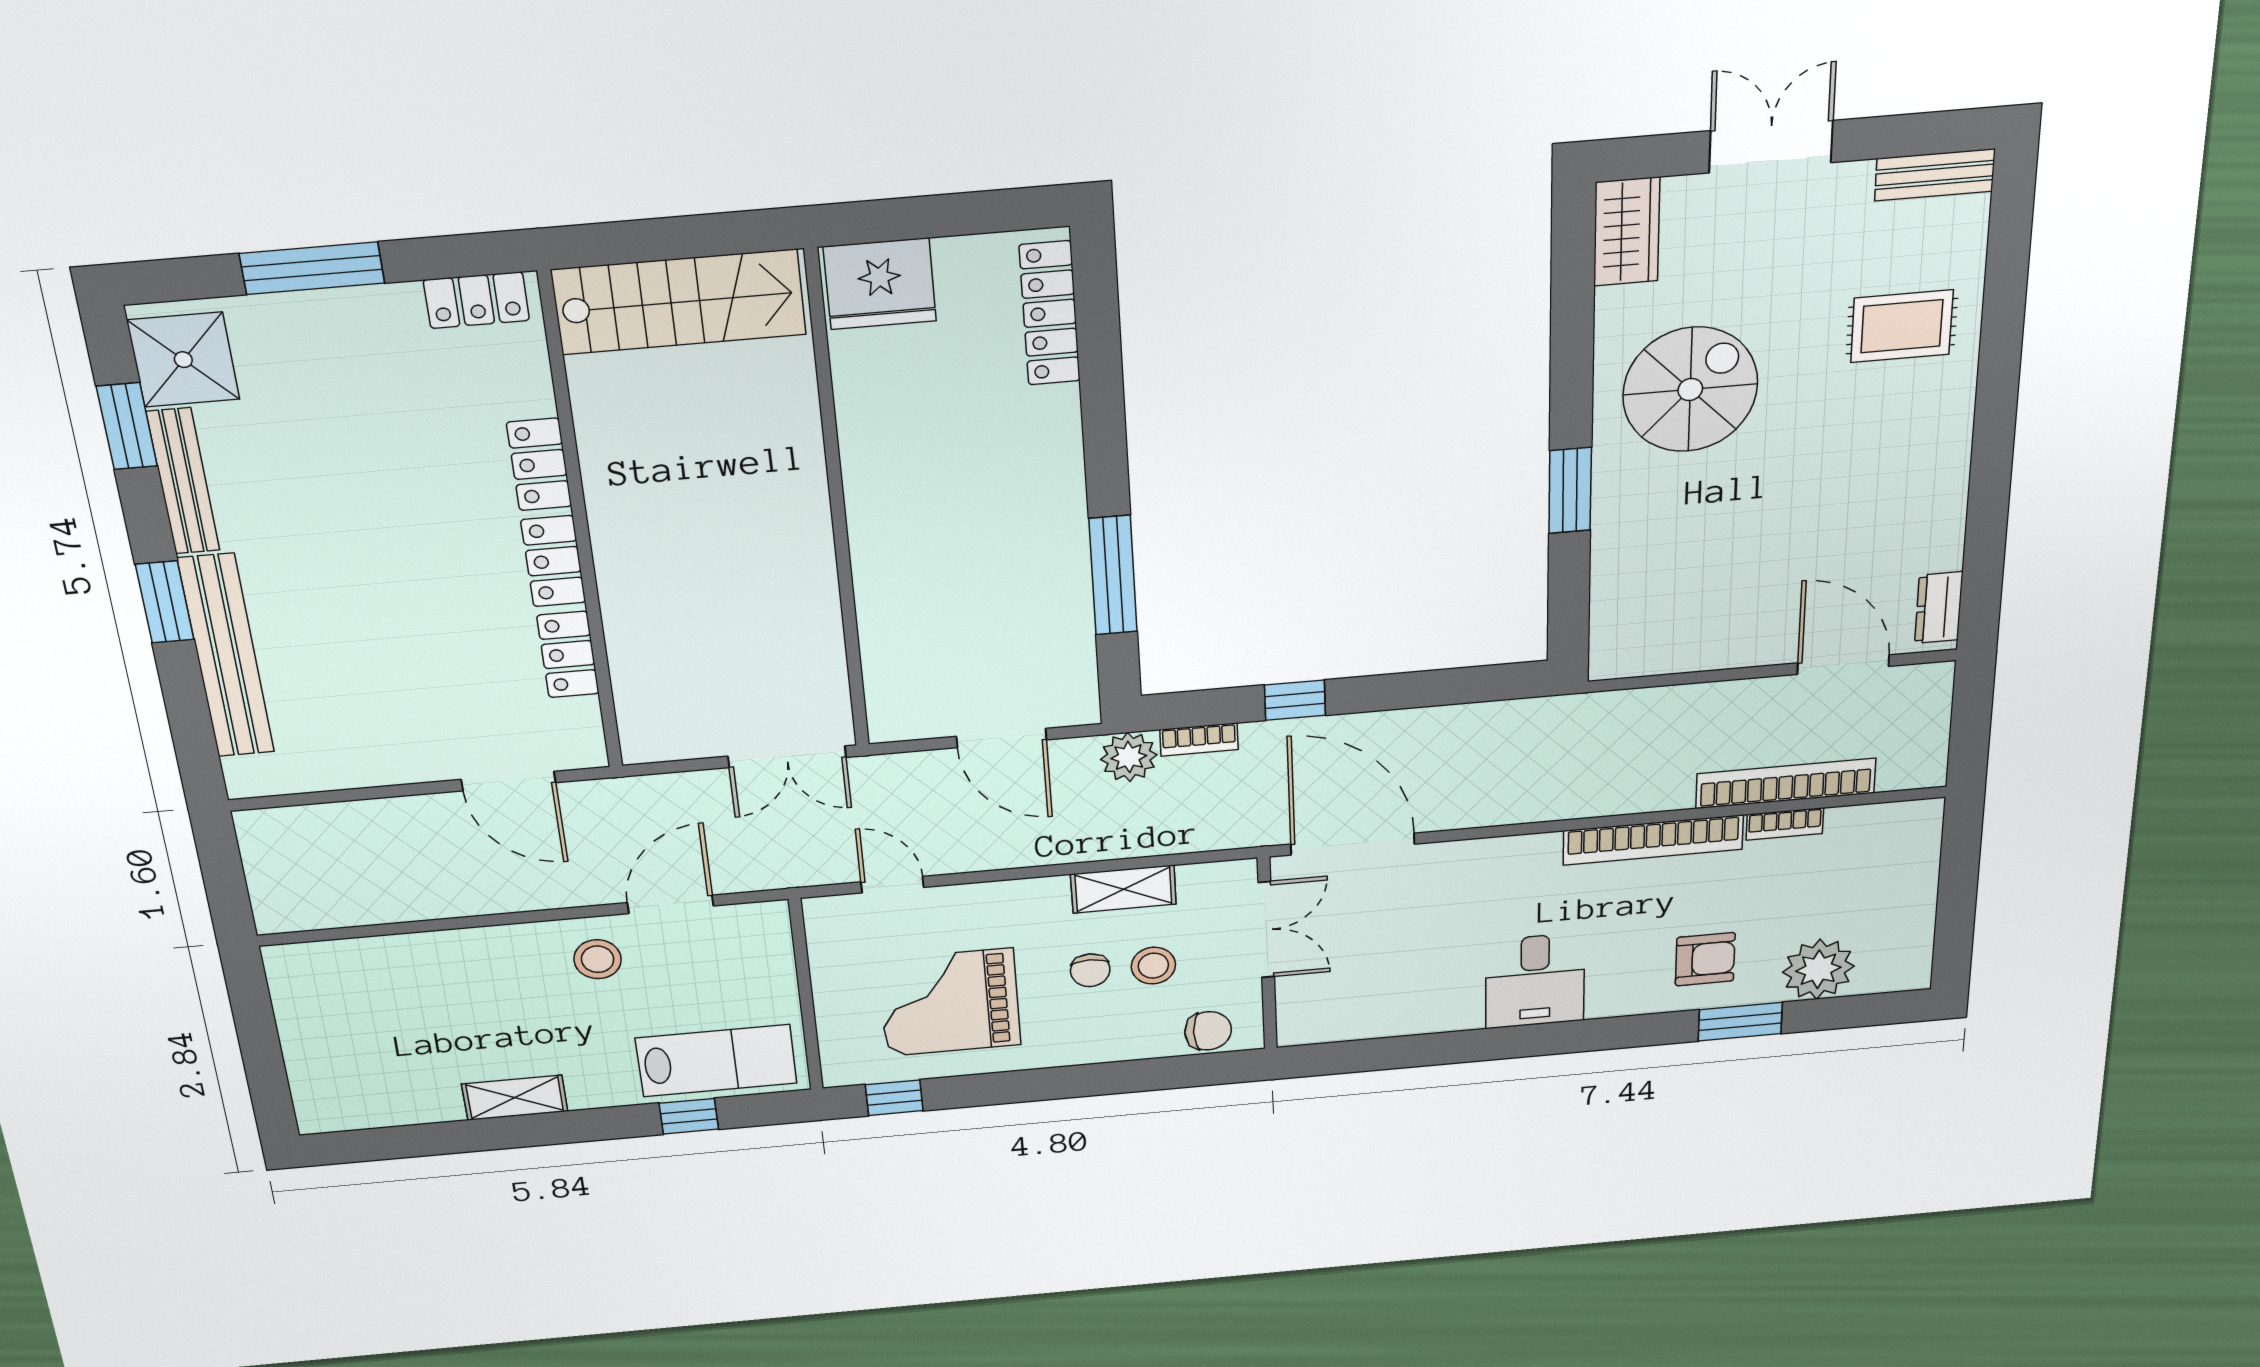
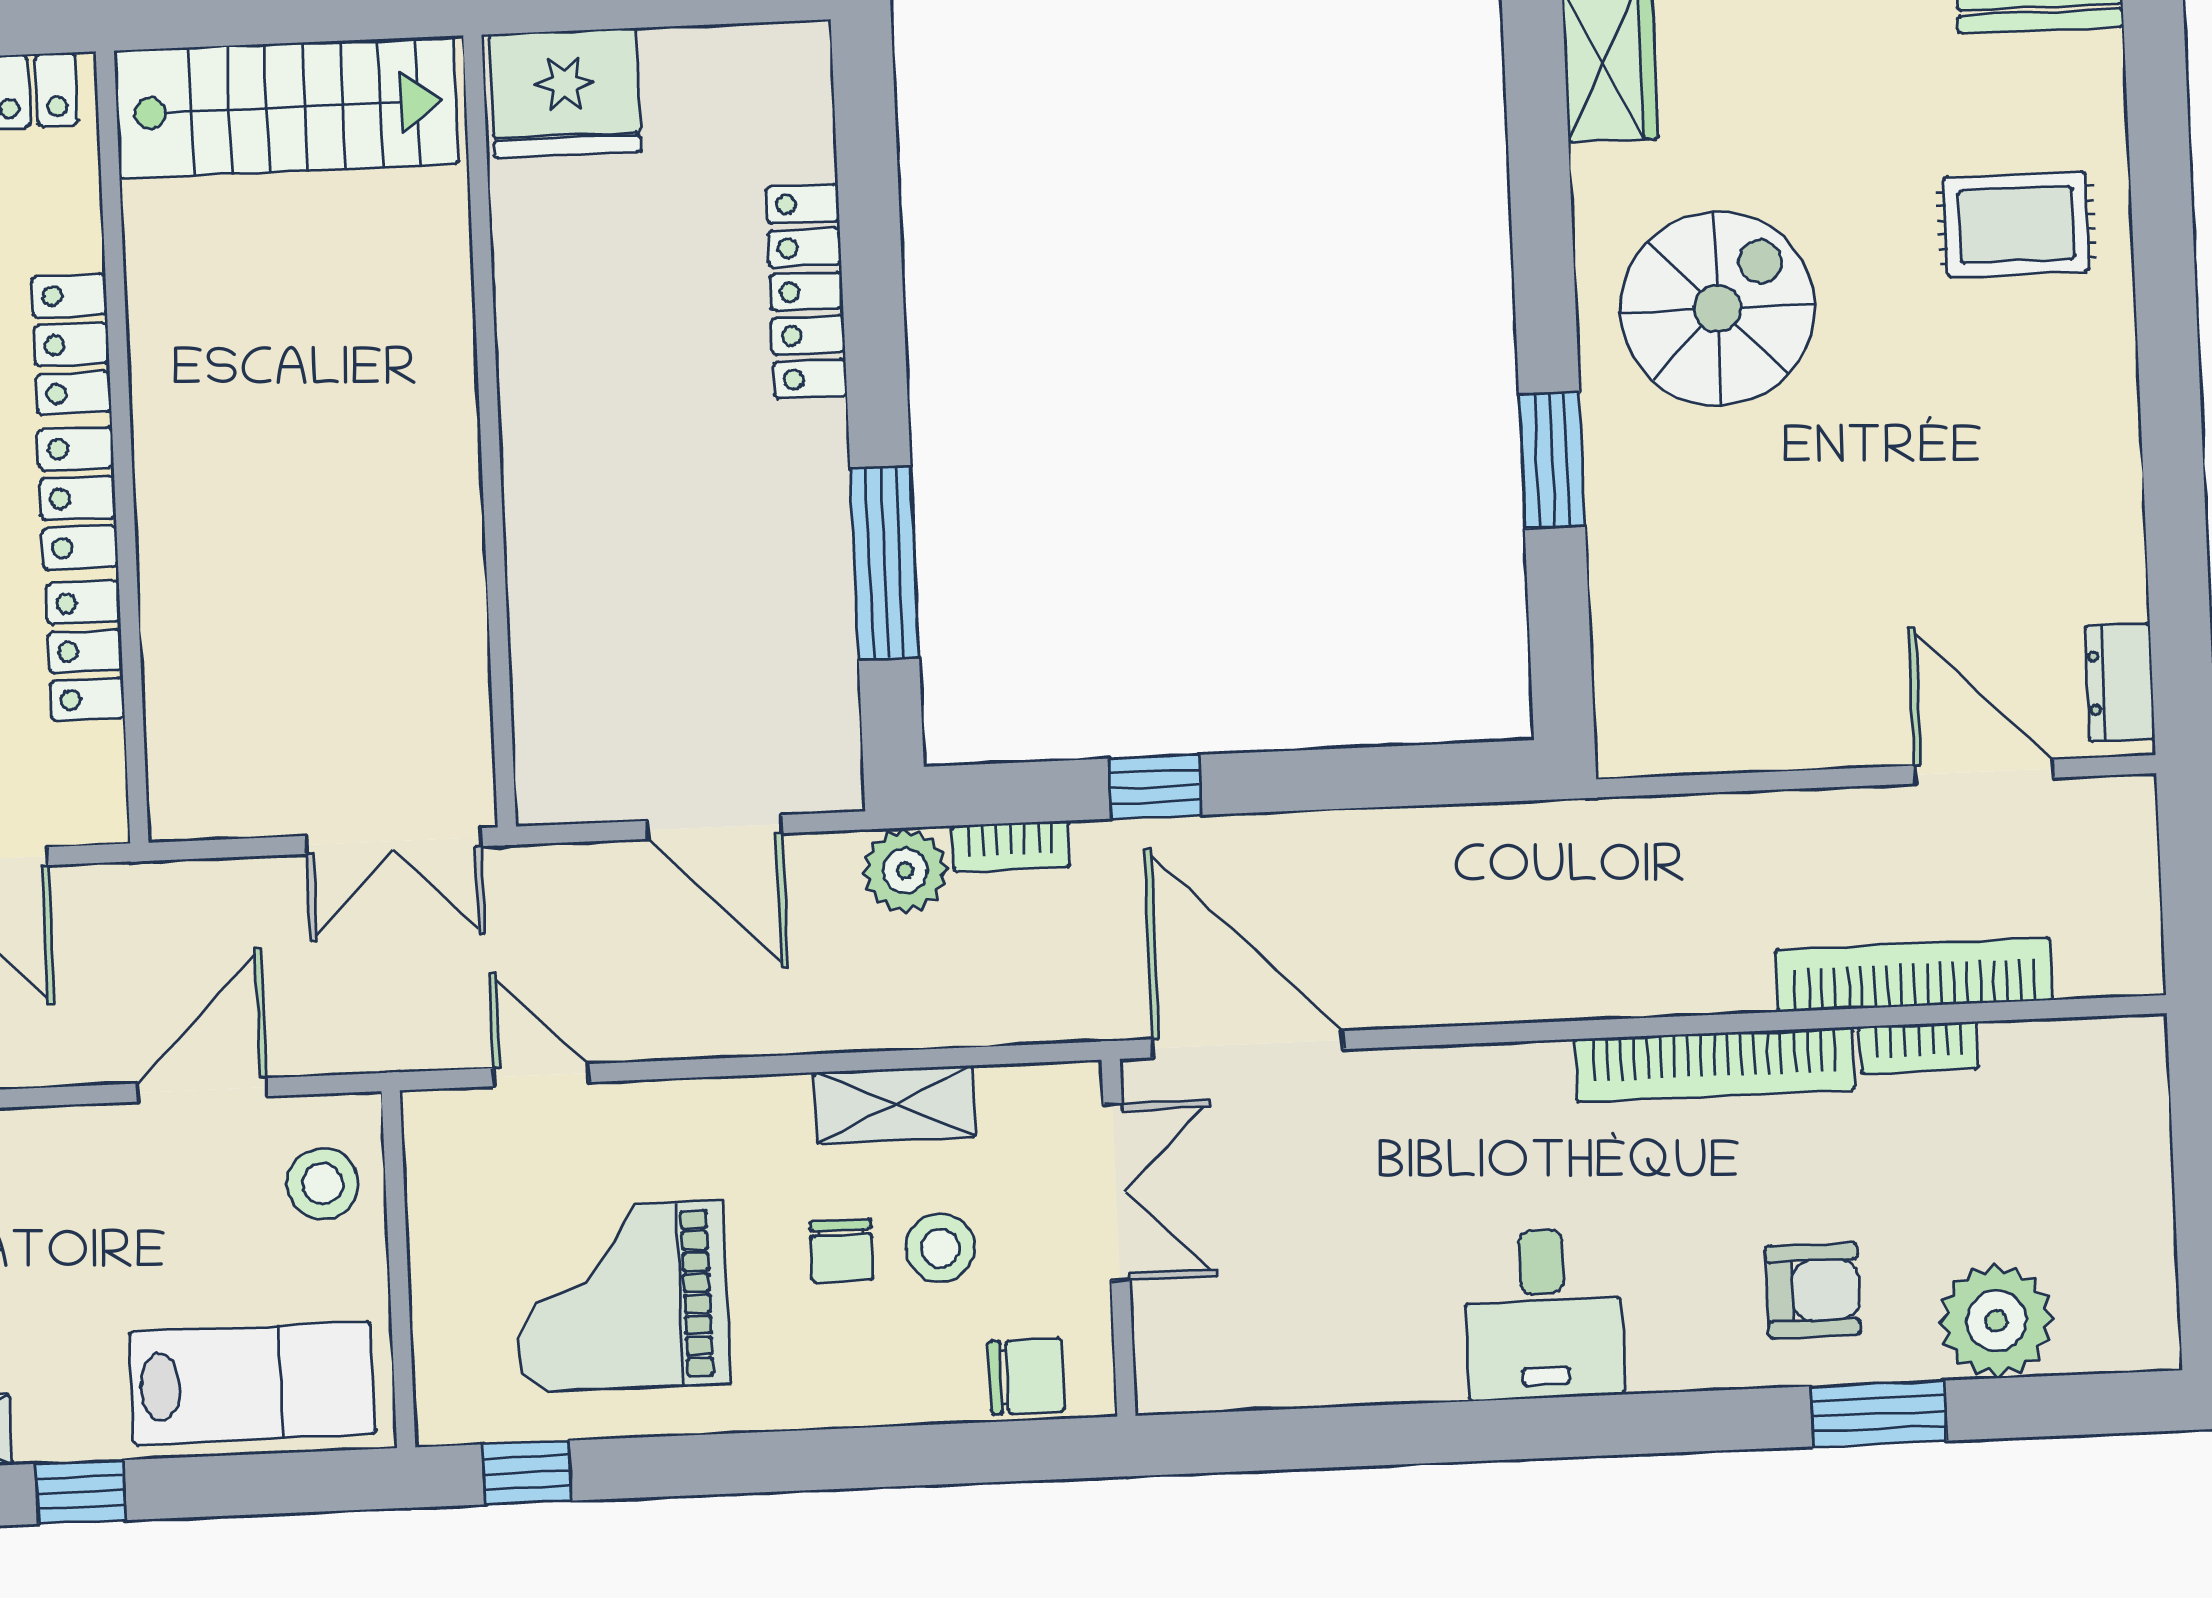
locker: (1050, 313) -> (806, 291), moved
stool: (598, 959) -> (323, 1184), moved
window: (689, 1116) -> (81, 1492), moved

